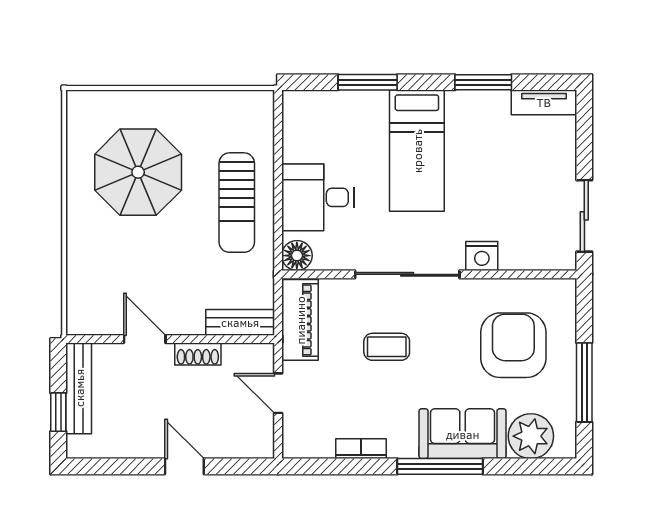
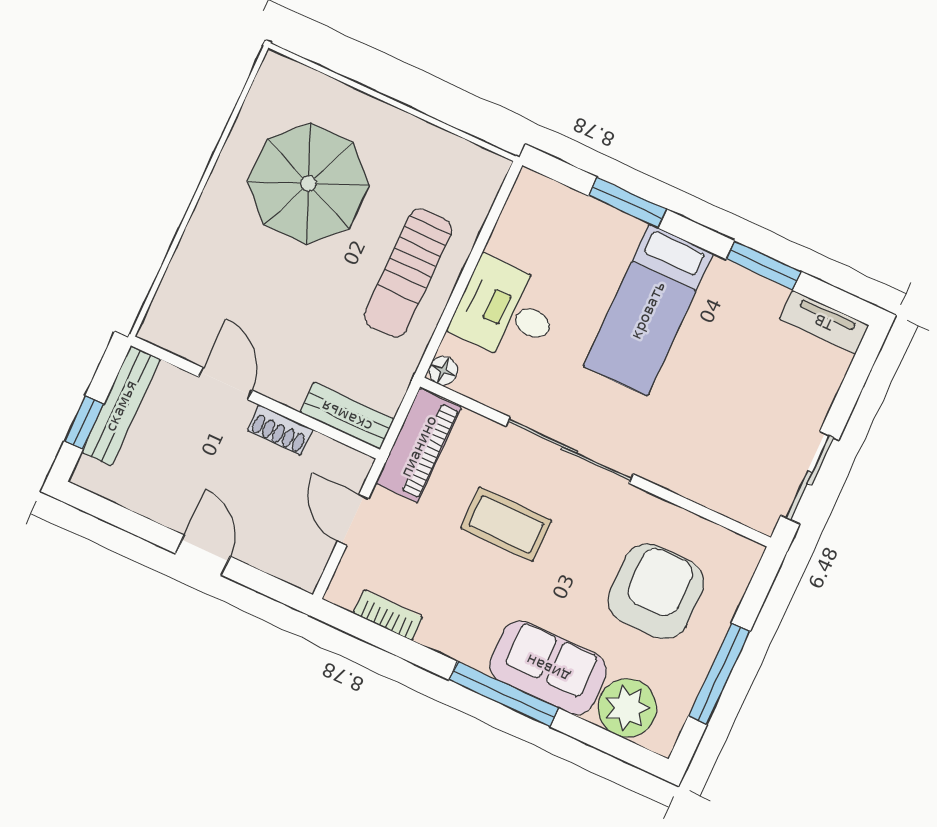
floor lamp: (297, 256) -> (443, 371), width x0.73, depth x0.73
nightstand: (482, 256) -> (667, 469), removed
coffee table: (387, 347) -> (506, 524), width x1.36, depth x1.30
bookcase: (361, 449) -> (388, 615), moved

